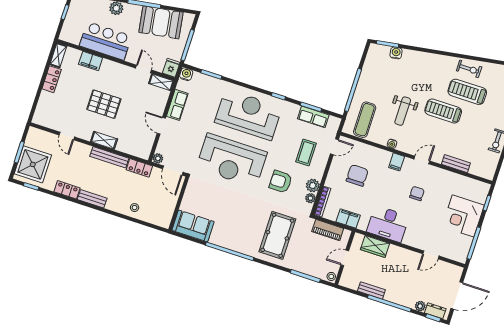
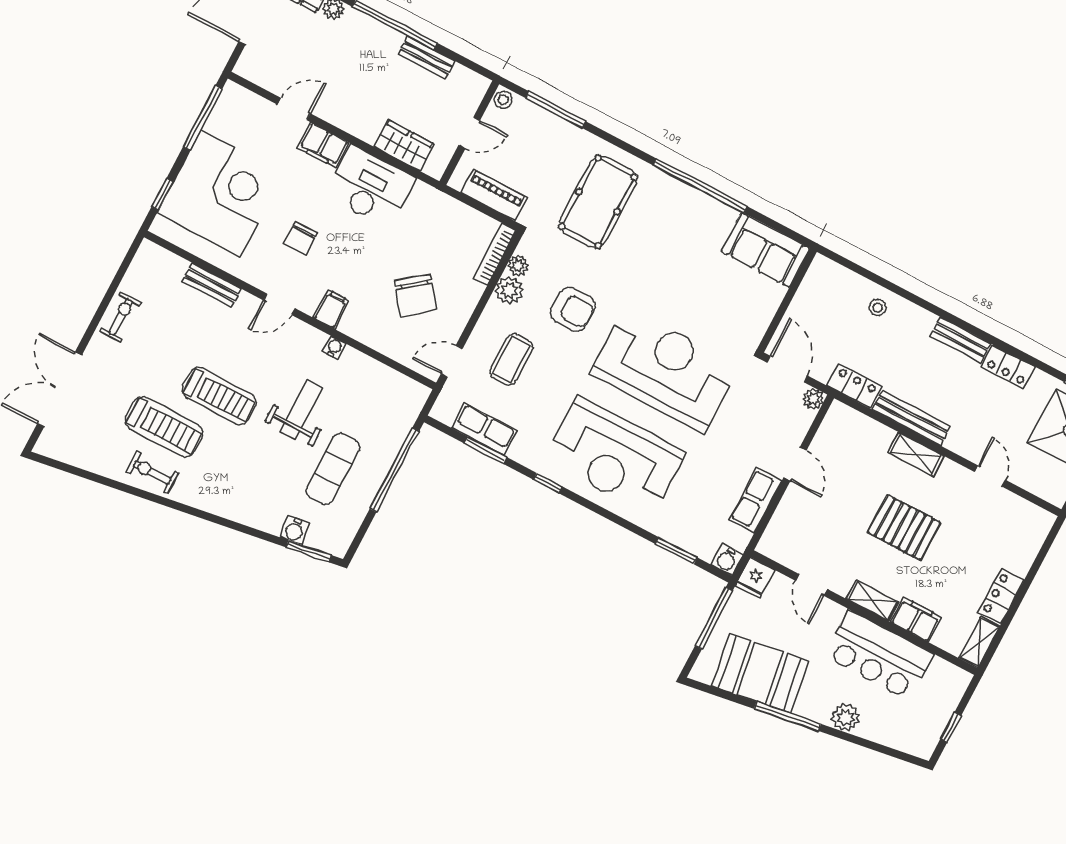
shelving: (161, 82) -> (872, 601), moved
exercise mat: (365, 120) -> (333, 469), moved
chair: (357, 175) -> (416, 295), turned -38
corner desk: (463, 216) -> (220, 193), width x1.36, depth x1.36
filing cabinet: (348, 218) -> (323, 145), moved

